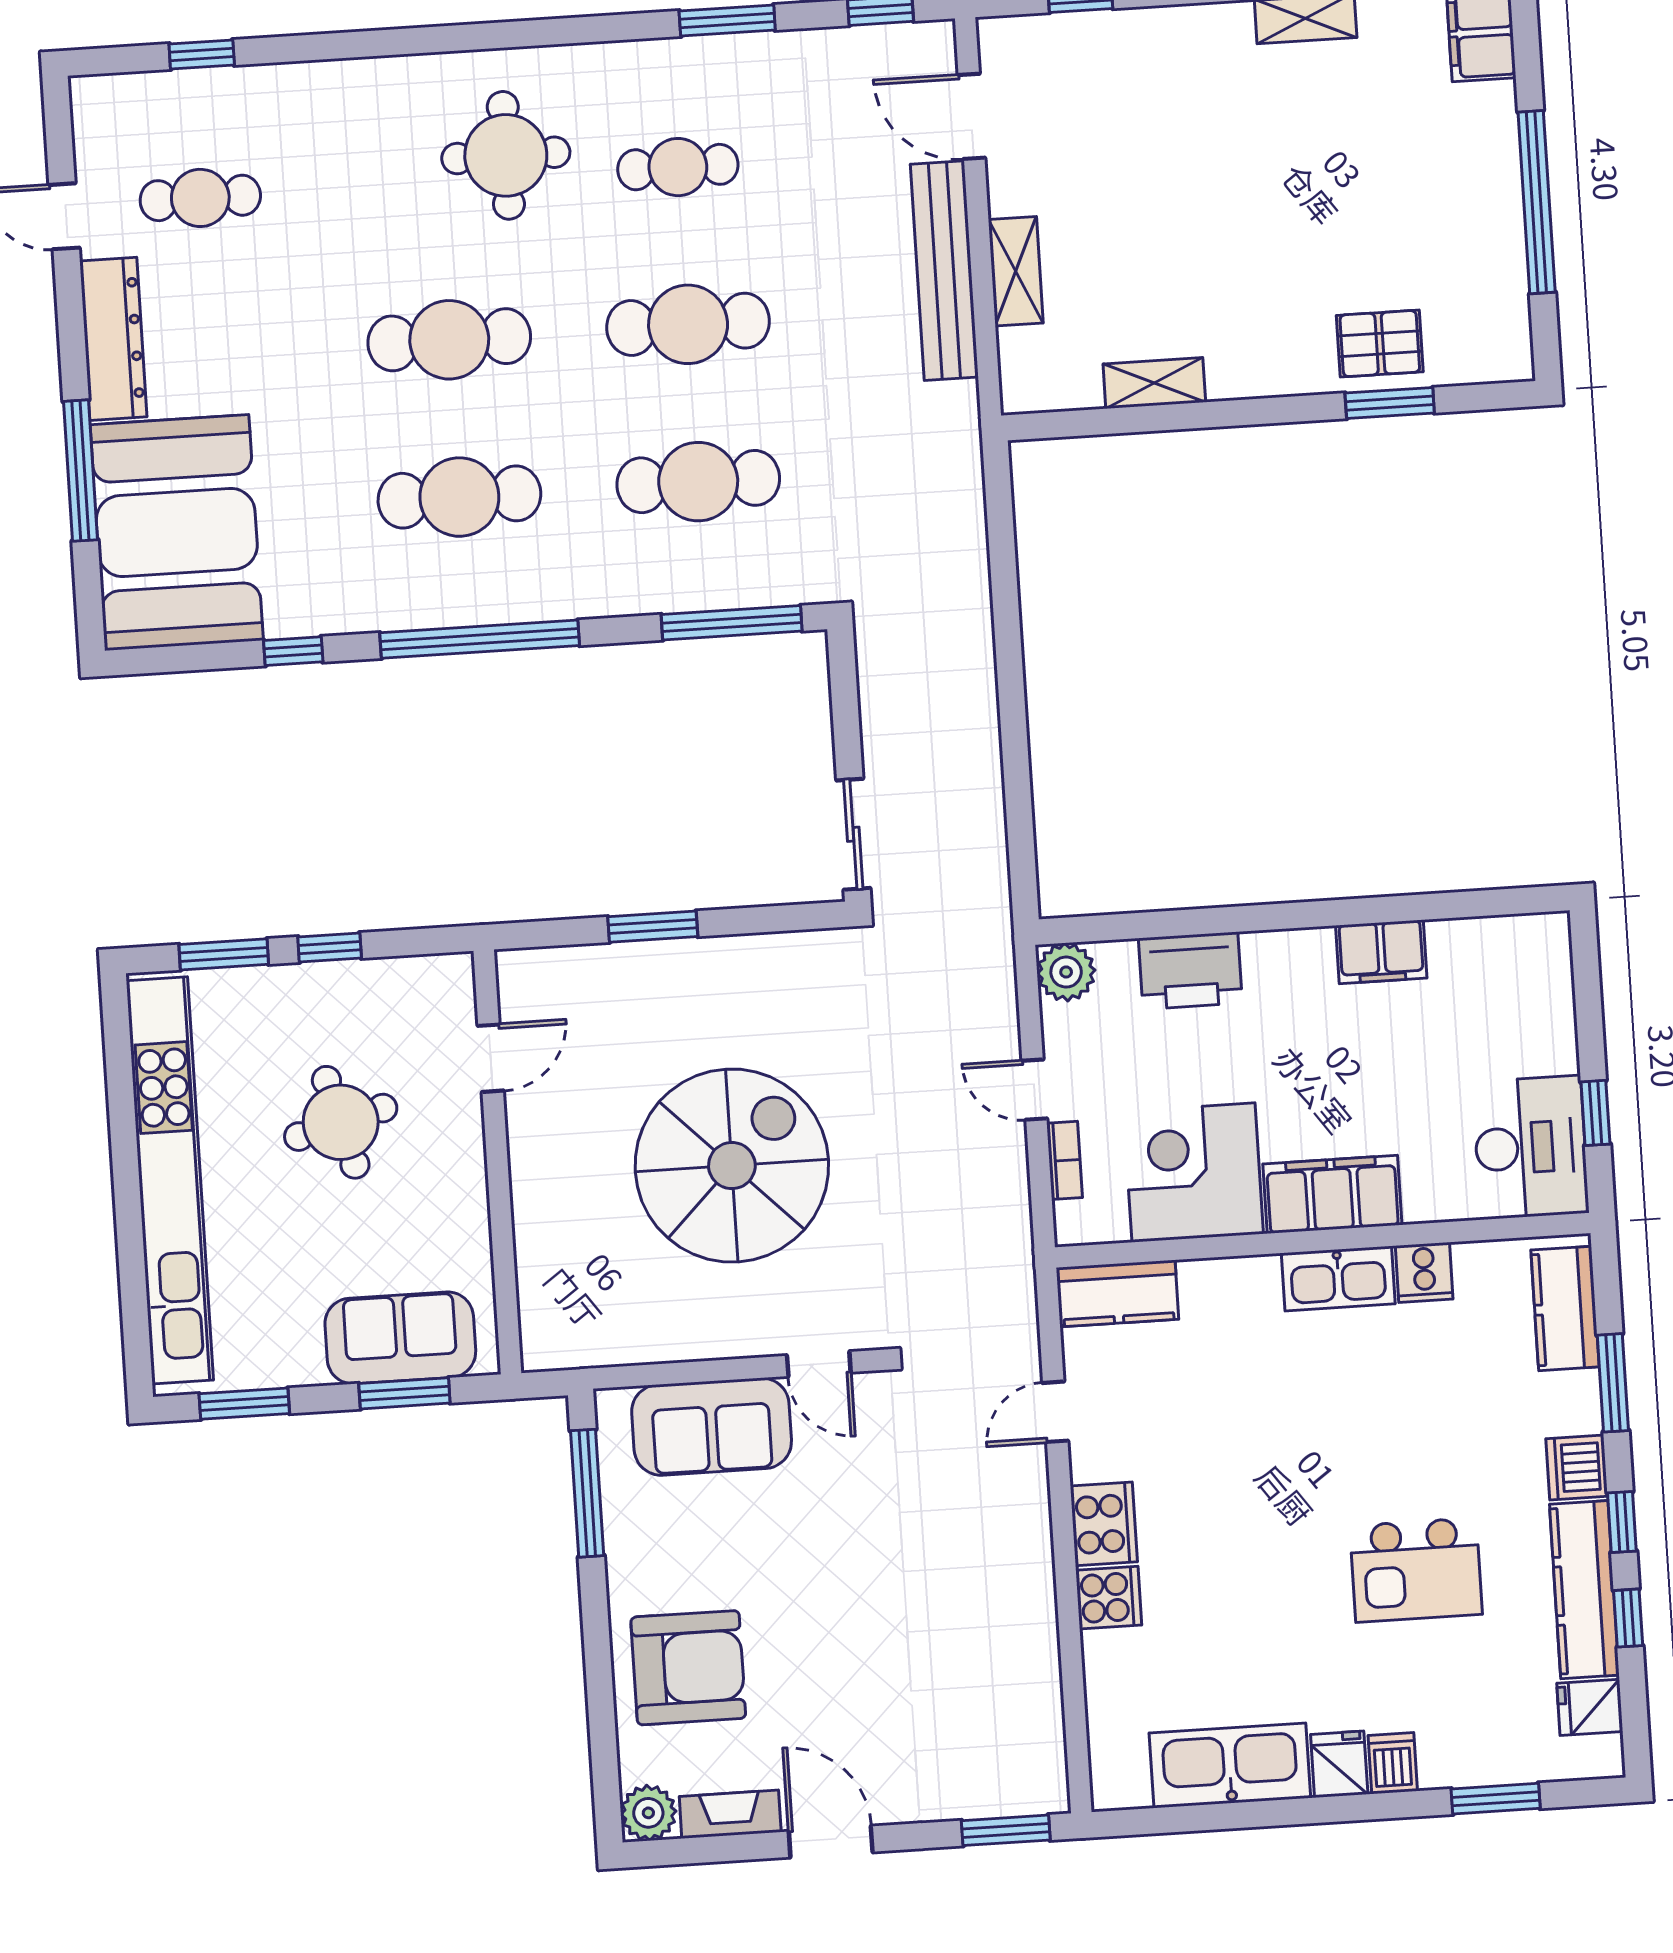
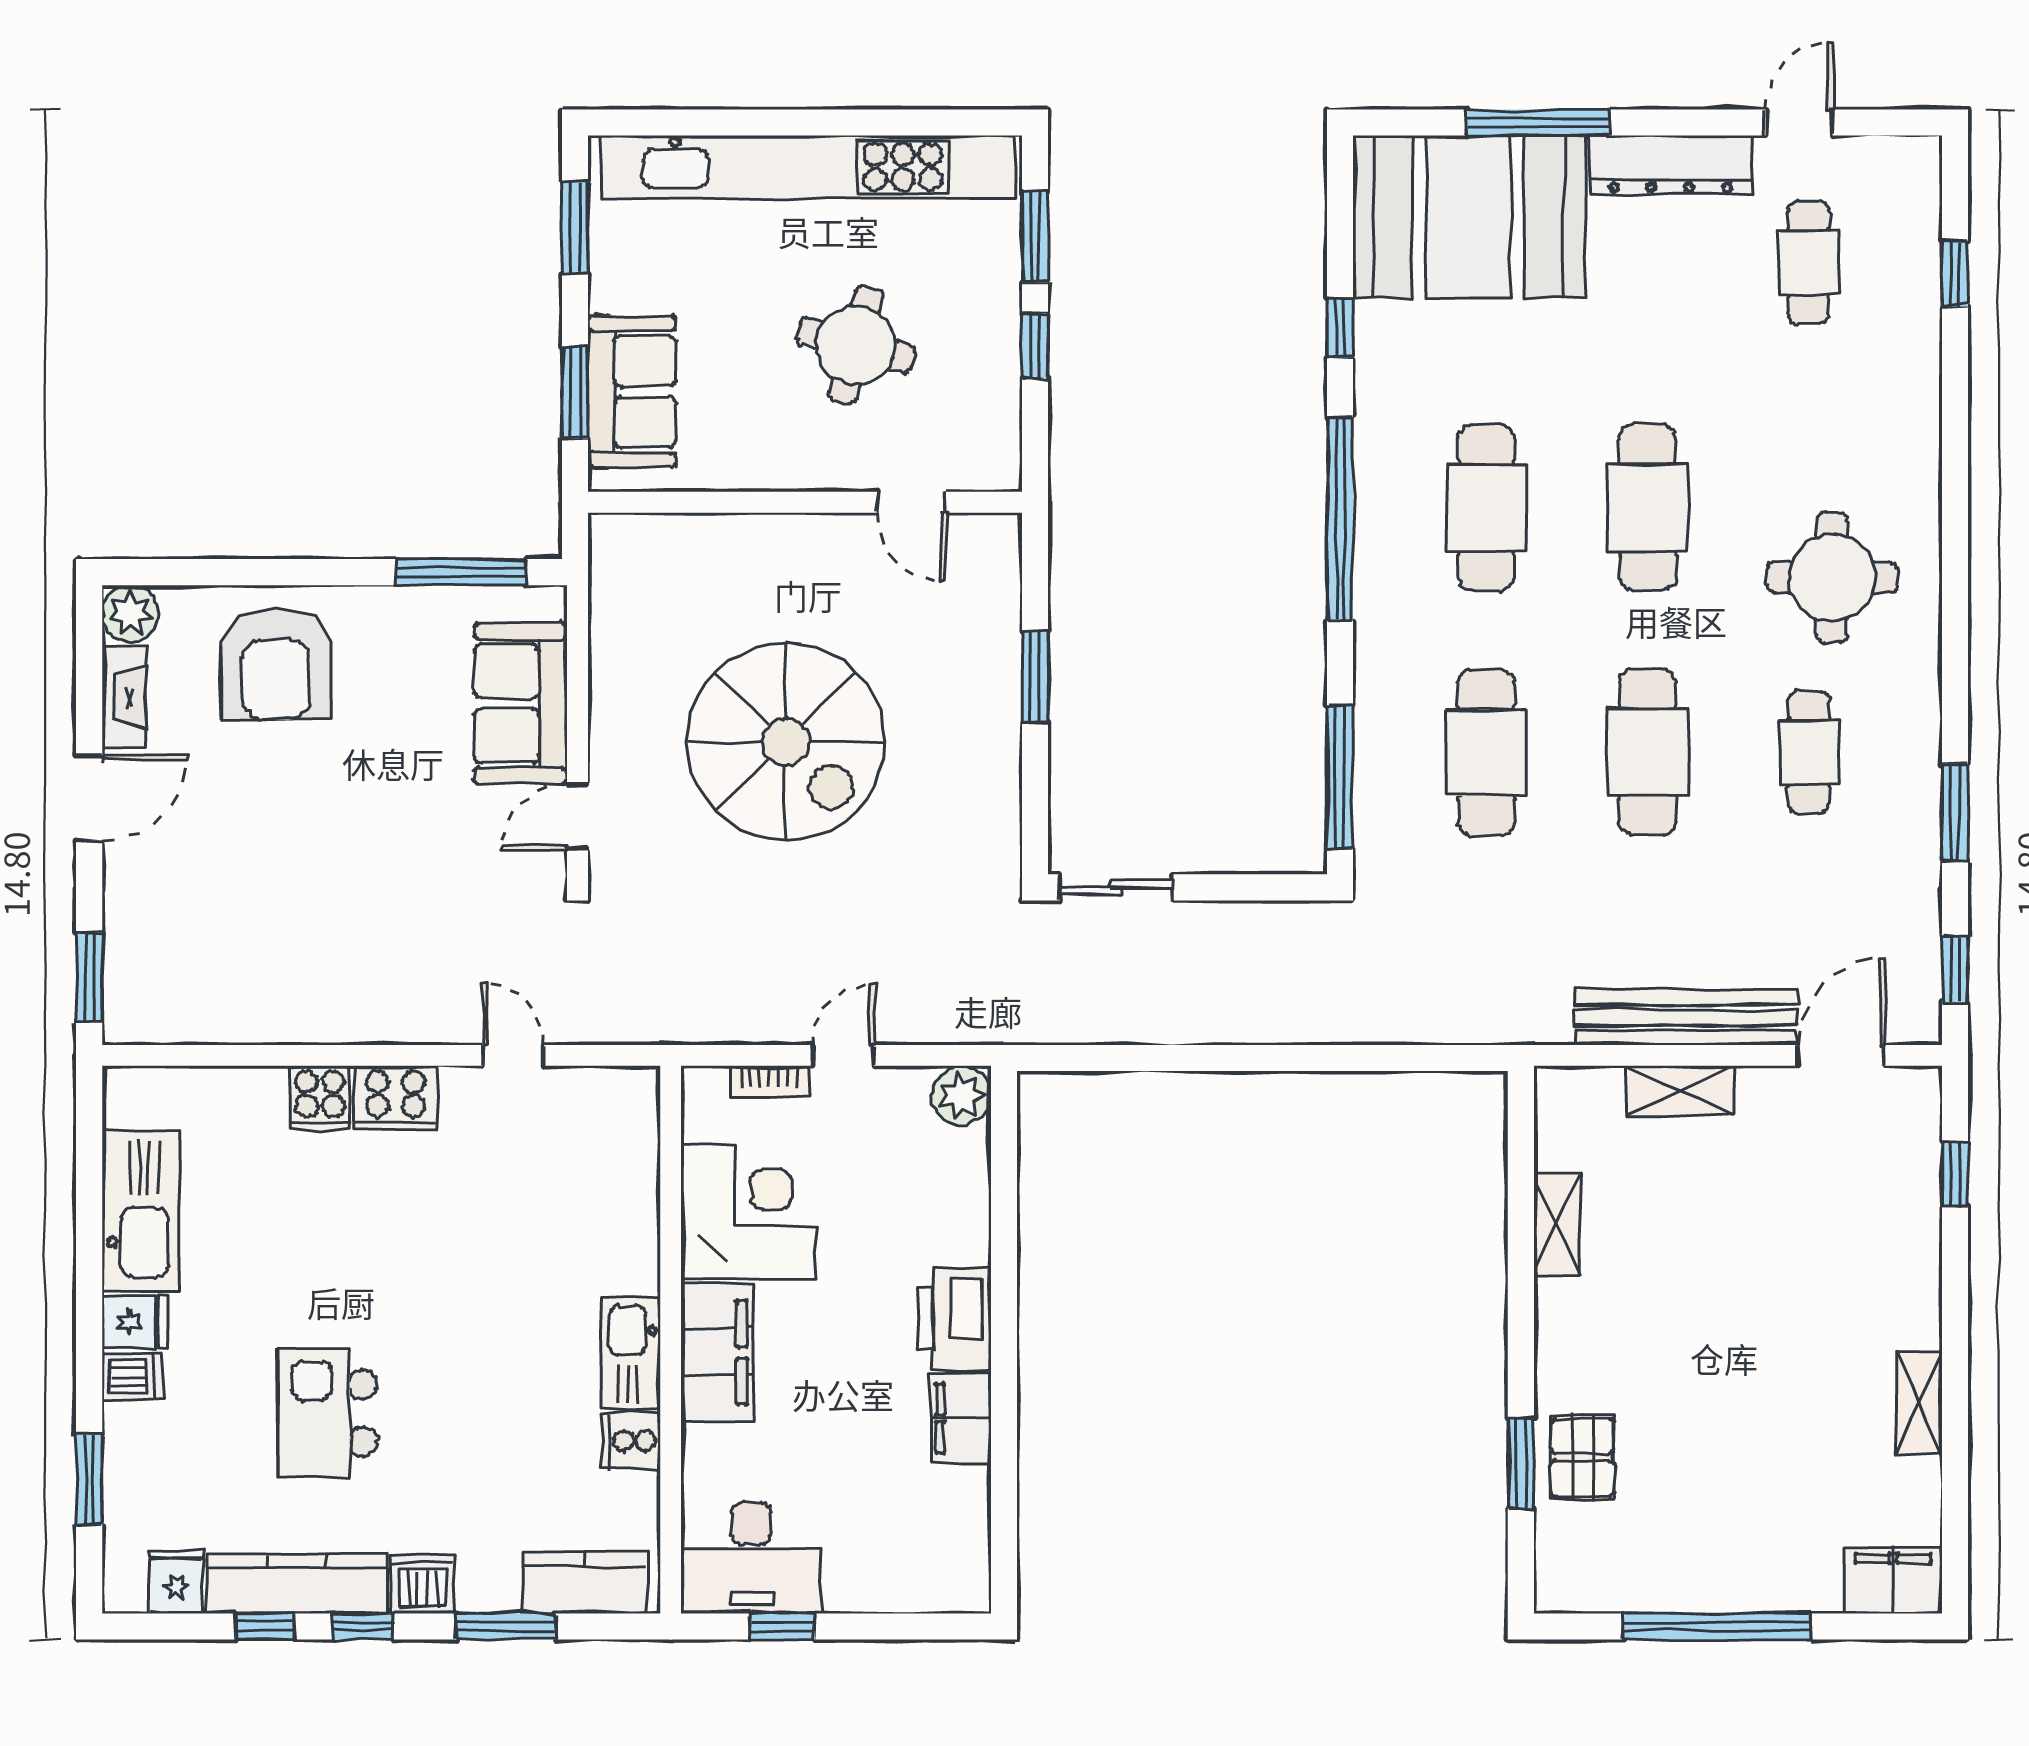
printer: (1190, 971) -> (954, 1319), moved
round table: (341, 1122) -> (856, 345), turned 30
kitchen counter: (1117, 1293) -> (630, 1127), removed

